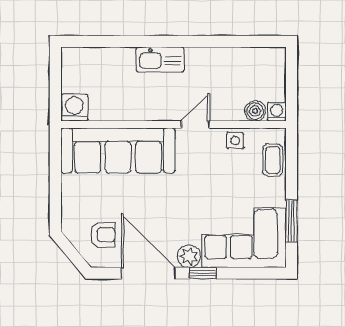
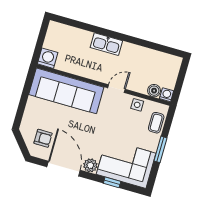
window: (291, 221) -> (160, 149), moved
window: (203, 273) -> (112, 182), moved

